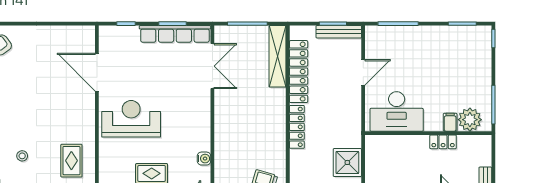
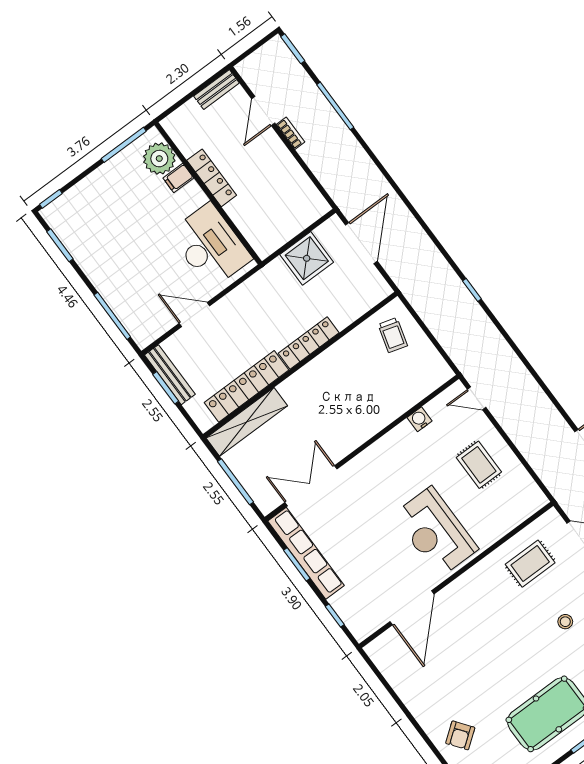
locker: (443, 142) -> (212, 178), width x1.53

